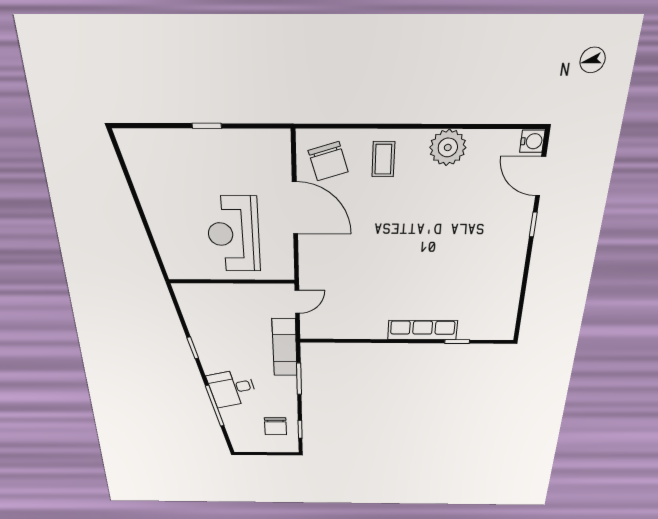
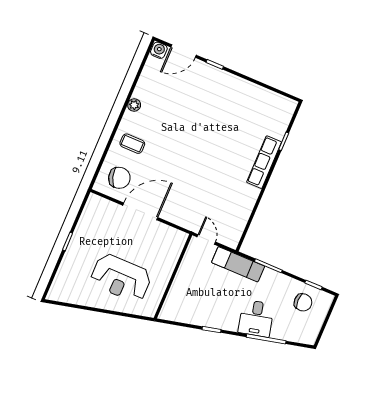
plant: (448, 147) -> (134, 105), width x0.53, depth x0.53
reception desk: (234, 234) -> (121, 278), moved

